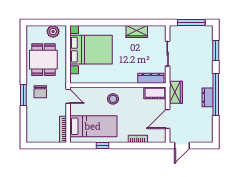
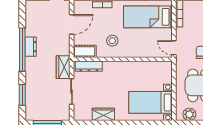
bed with nightstands: (91, 50) -> (150, 102), width x0.73
wardrobe: (176, 92) -> (63, 67), moved
stool: (113, 99) -> (112, 41), moved

